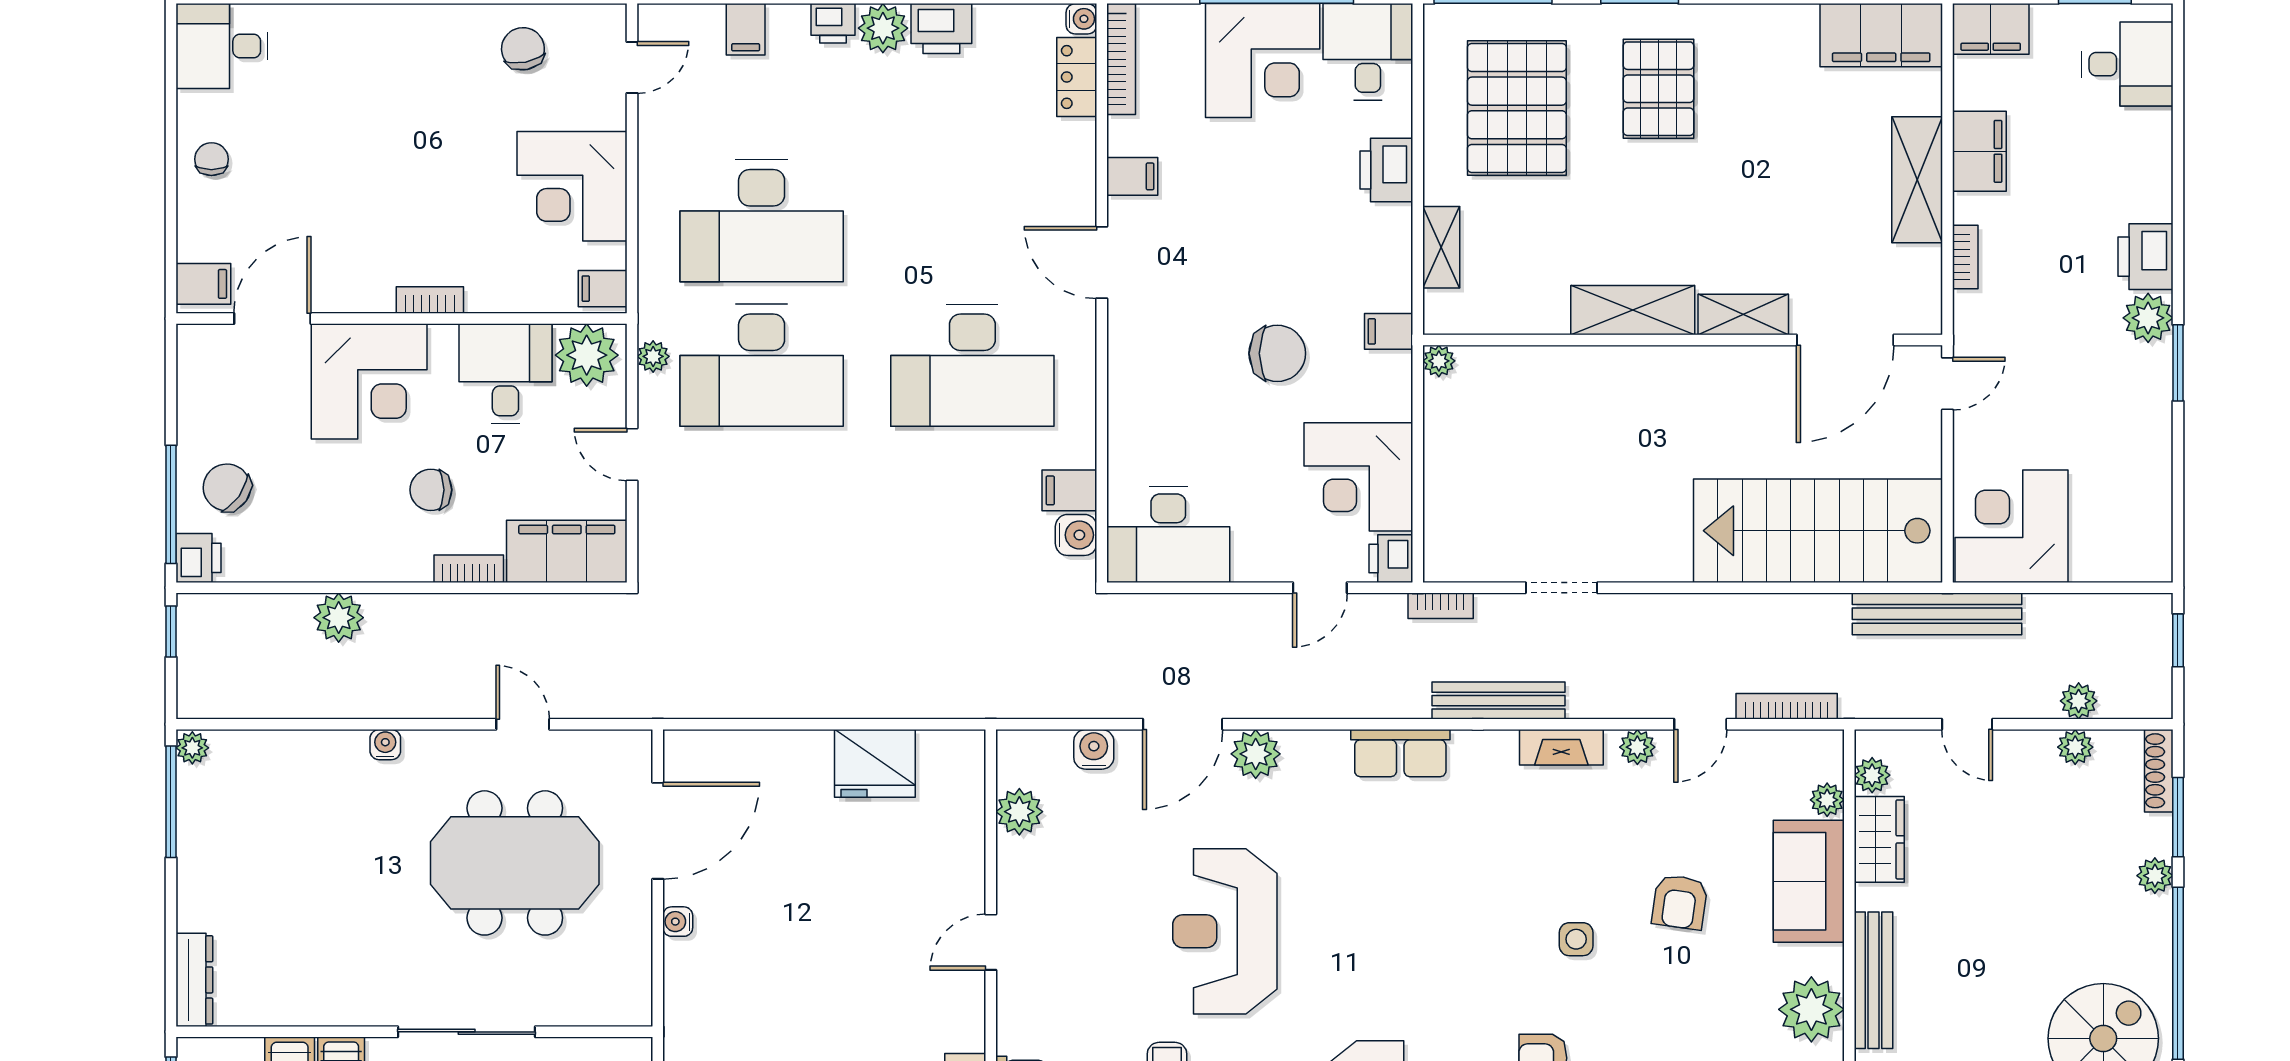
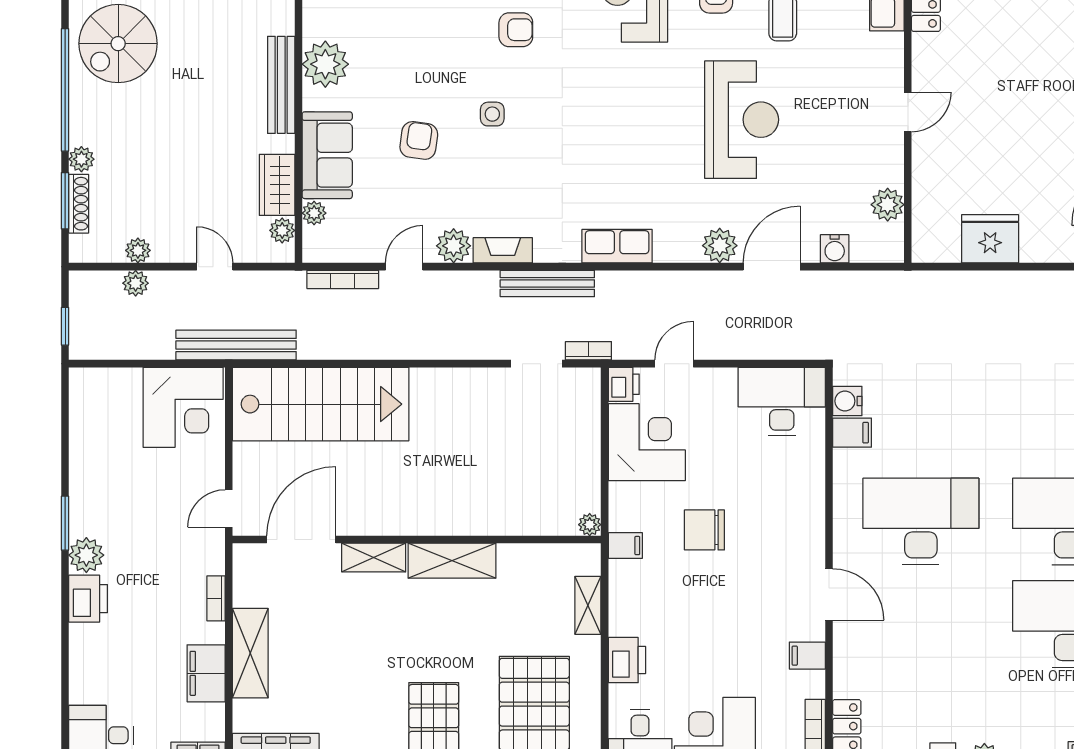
doorway: (1562, 588) -> (536, 364), moved
plant: (1637, 747) -> (454, 246), width x1.38, depth x1.38
shoe rack: (2159, 771) -> (79, 204), moved

